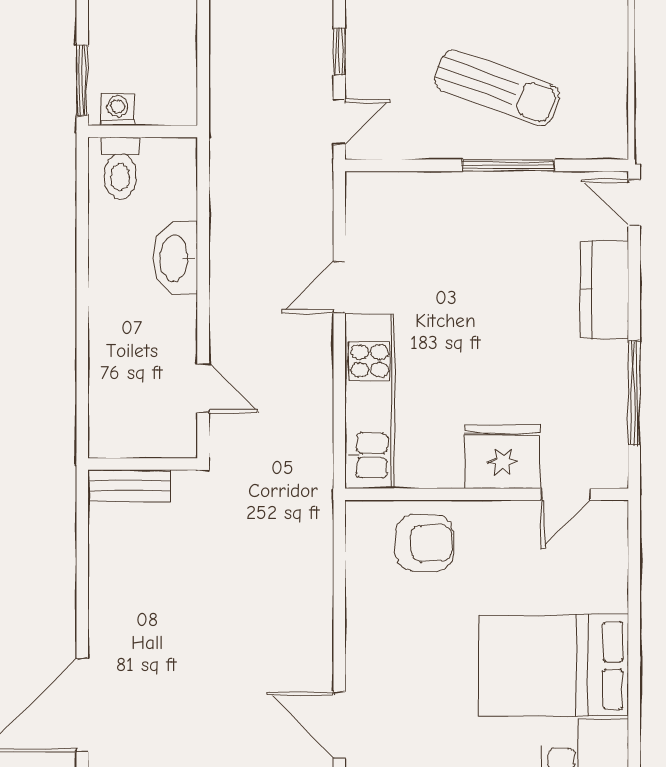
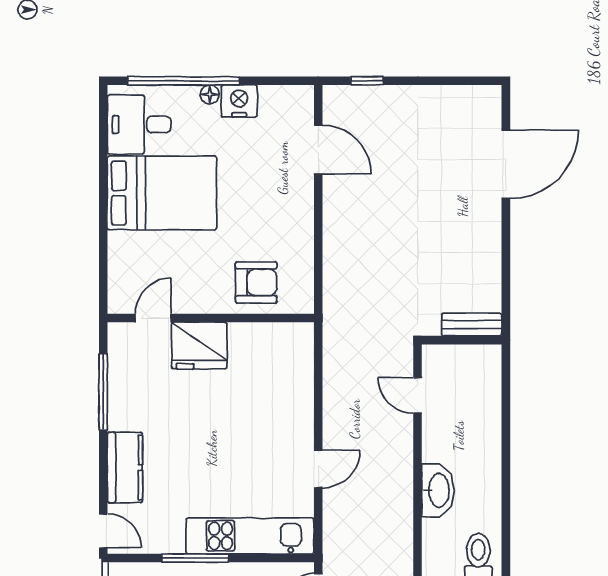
kitchen unit: (370, 401) -> (250, 536), moved, turned 90
armchair: (425, 543) -> (256, 282), turned 180

